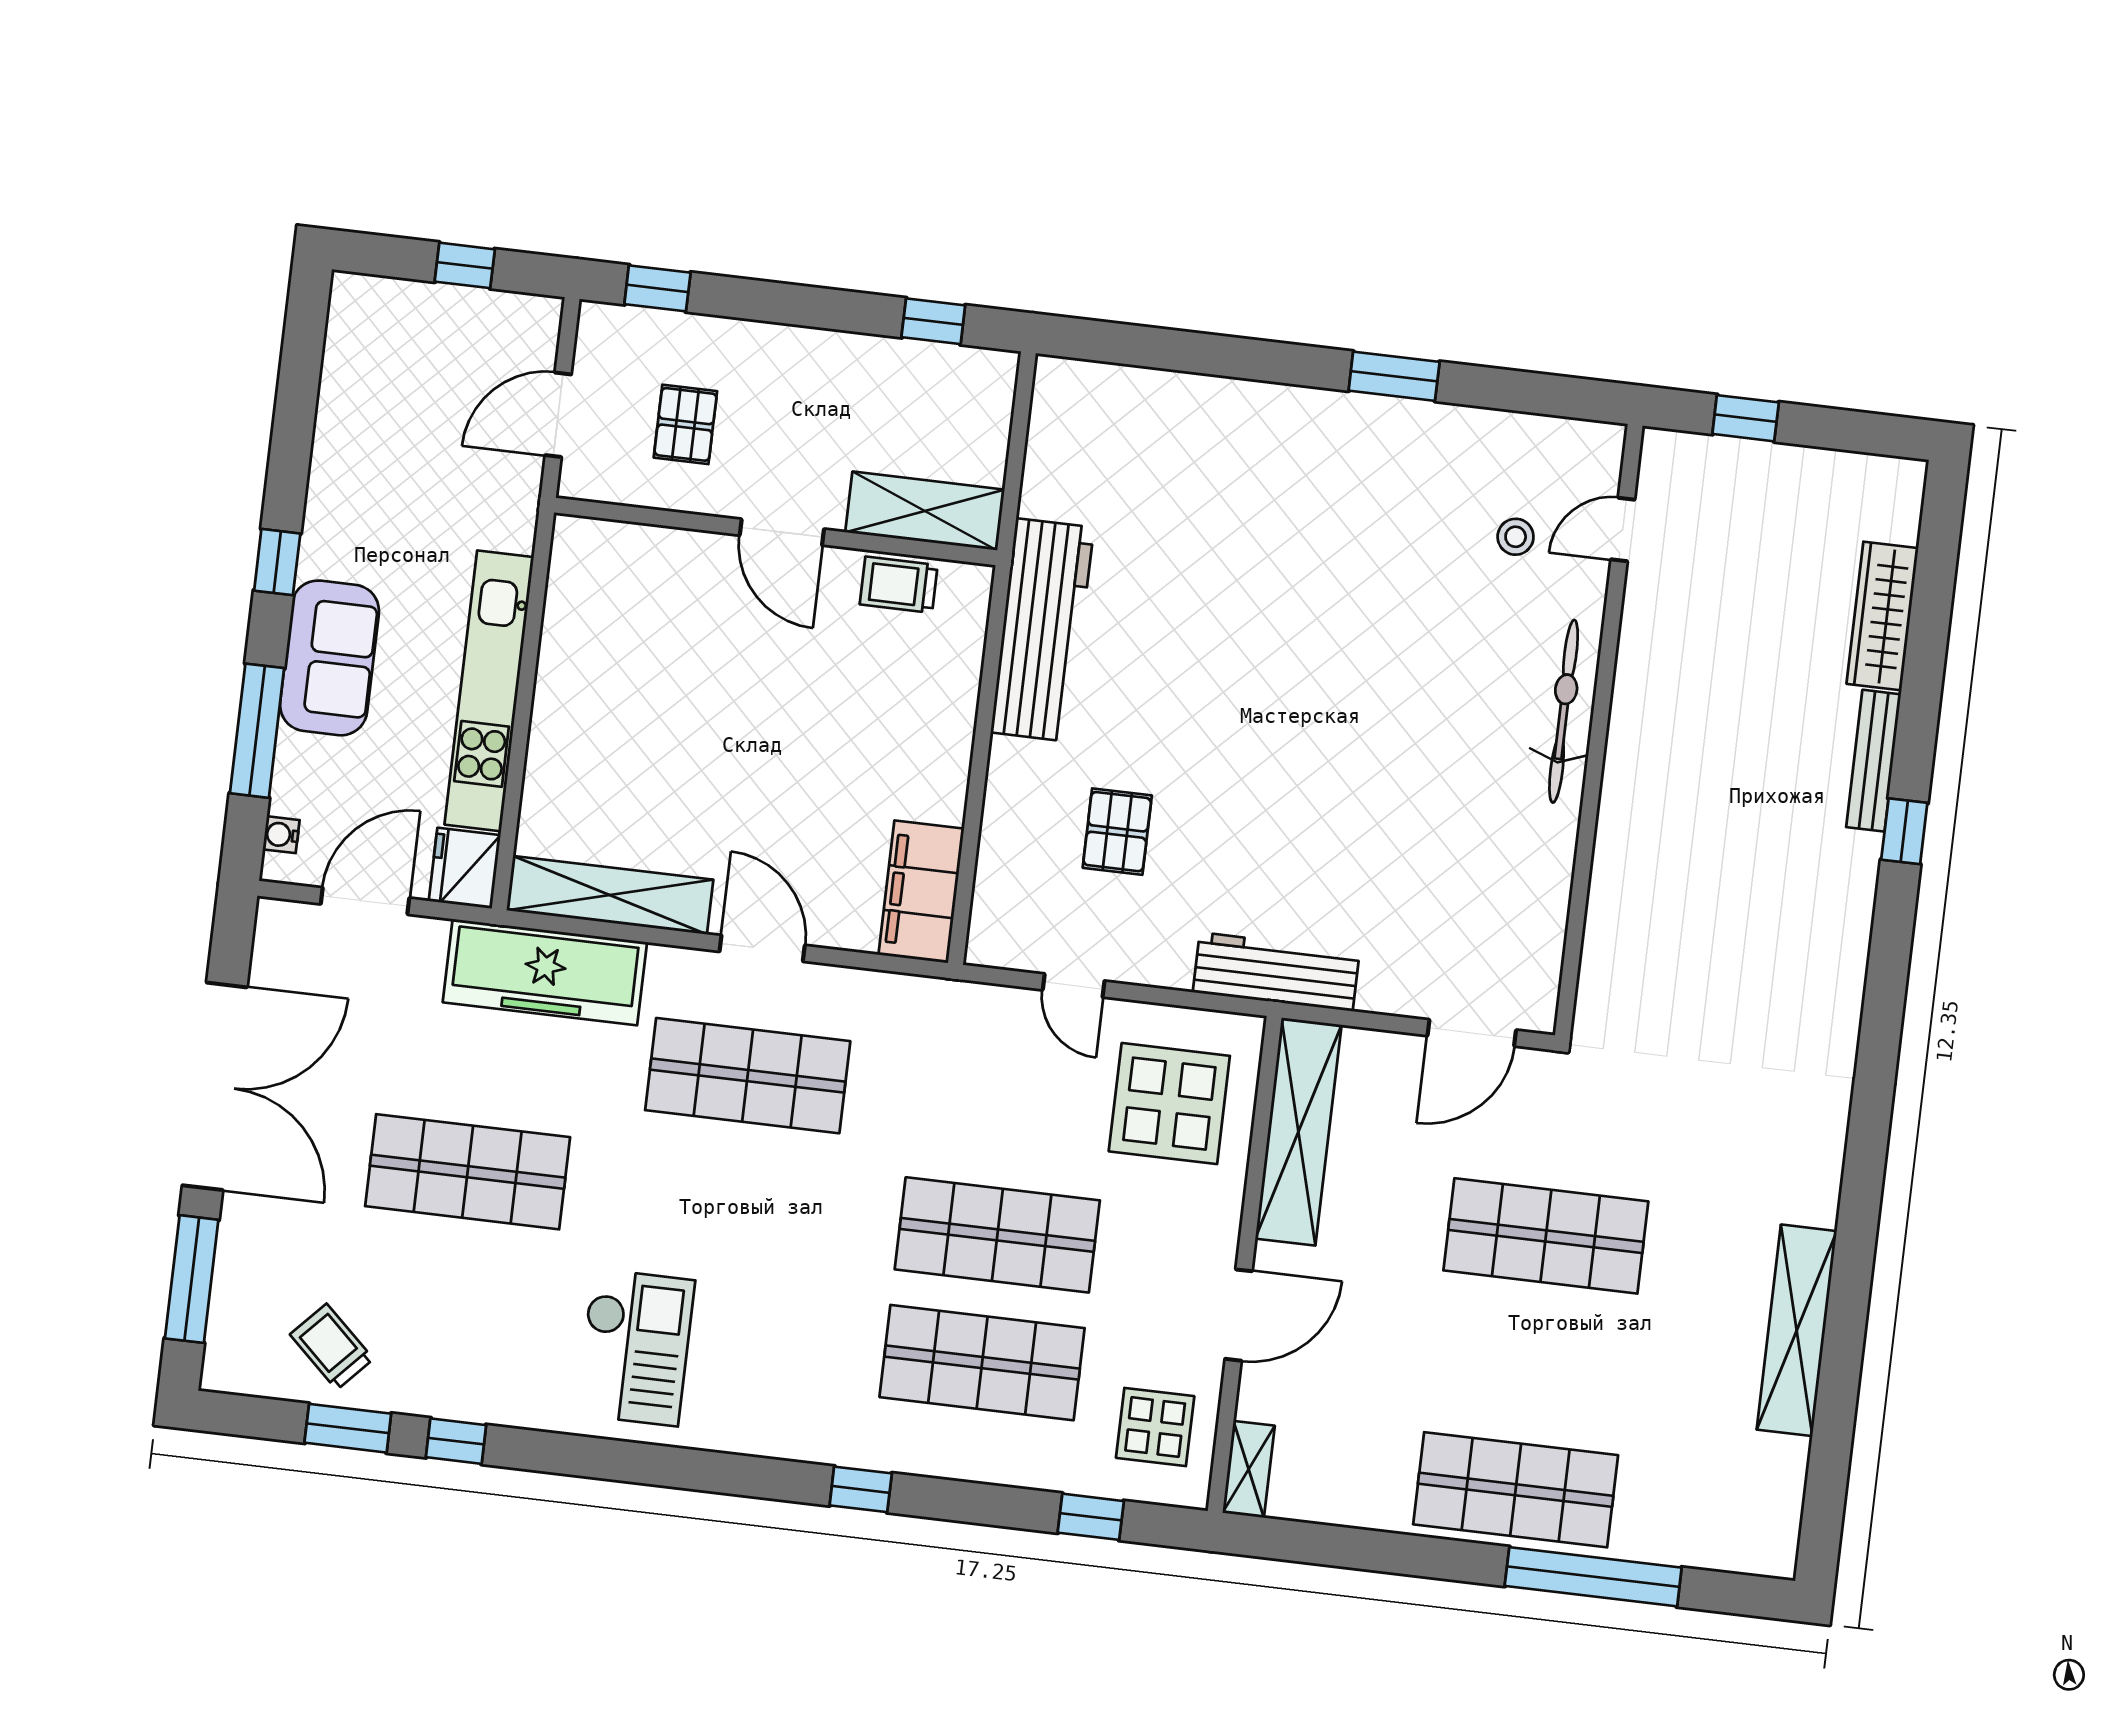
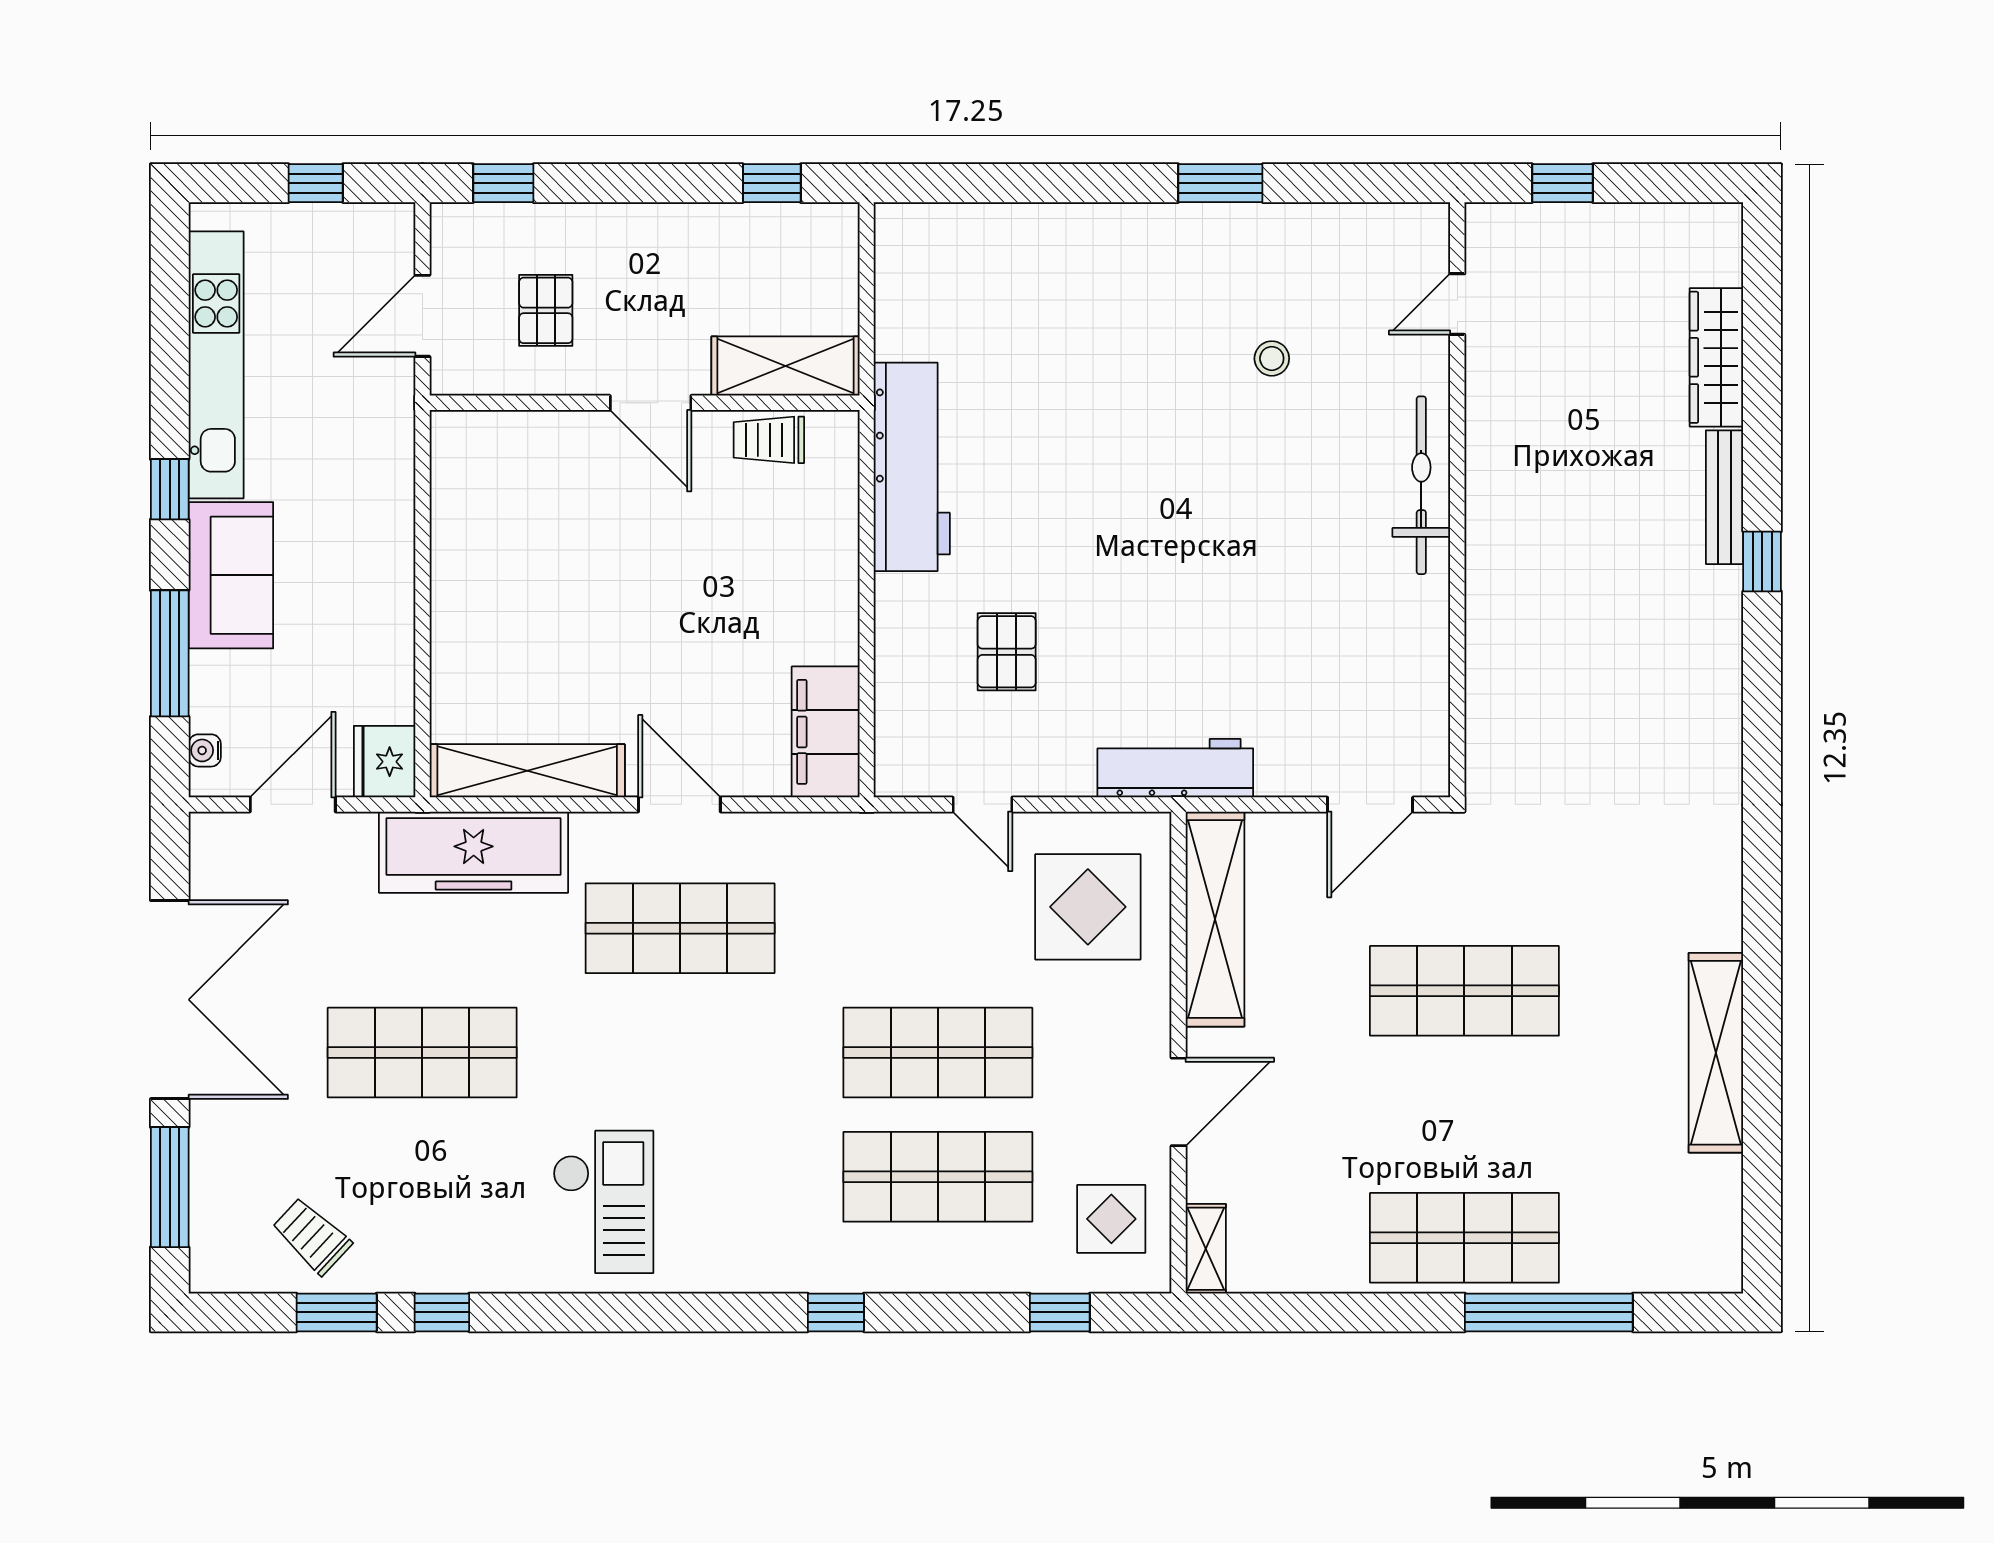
stool: (1516, 537) -> (1272, 358), moved
kitchen unit: (489, 691) -> (216, 365), moved, turned 180

